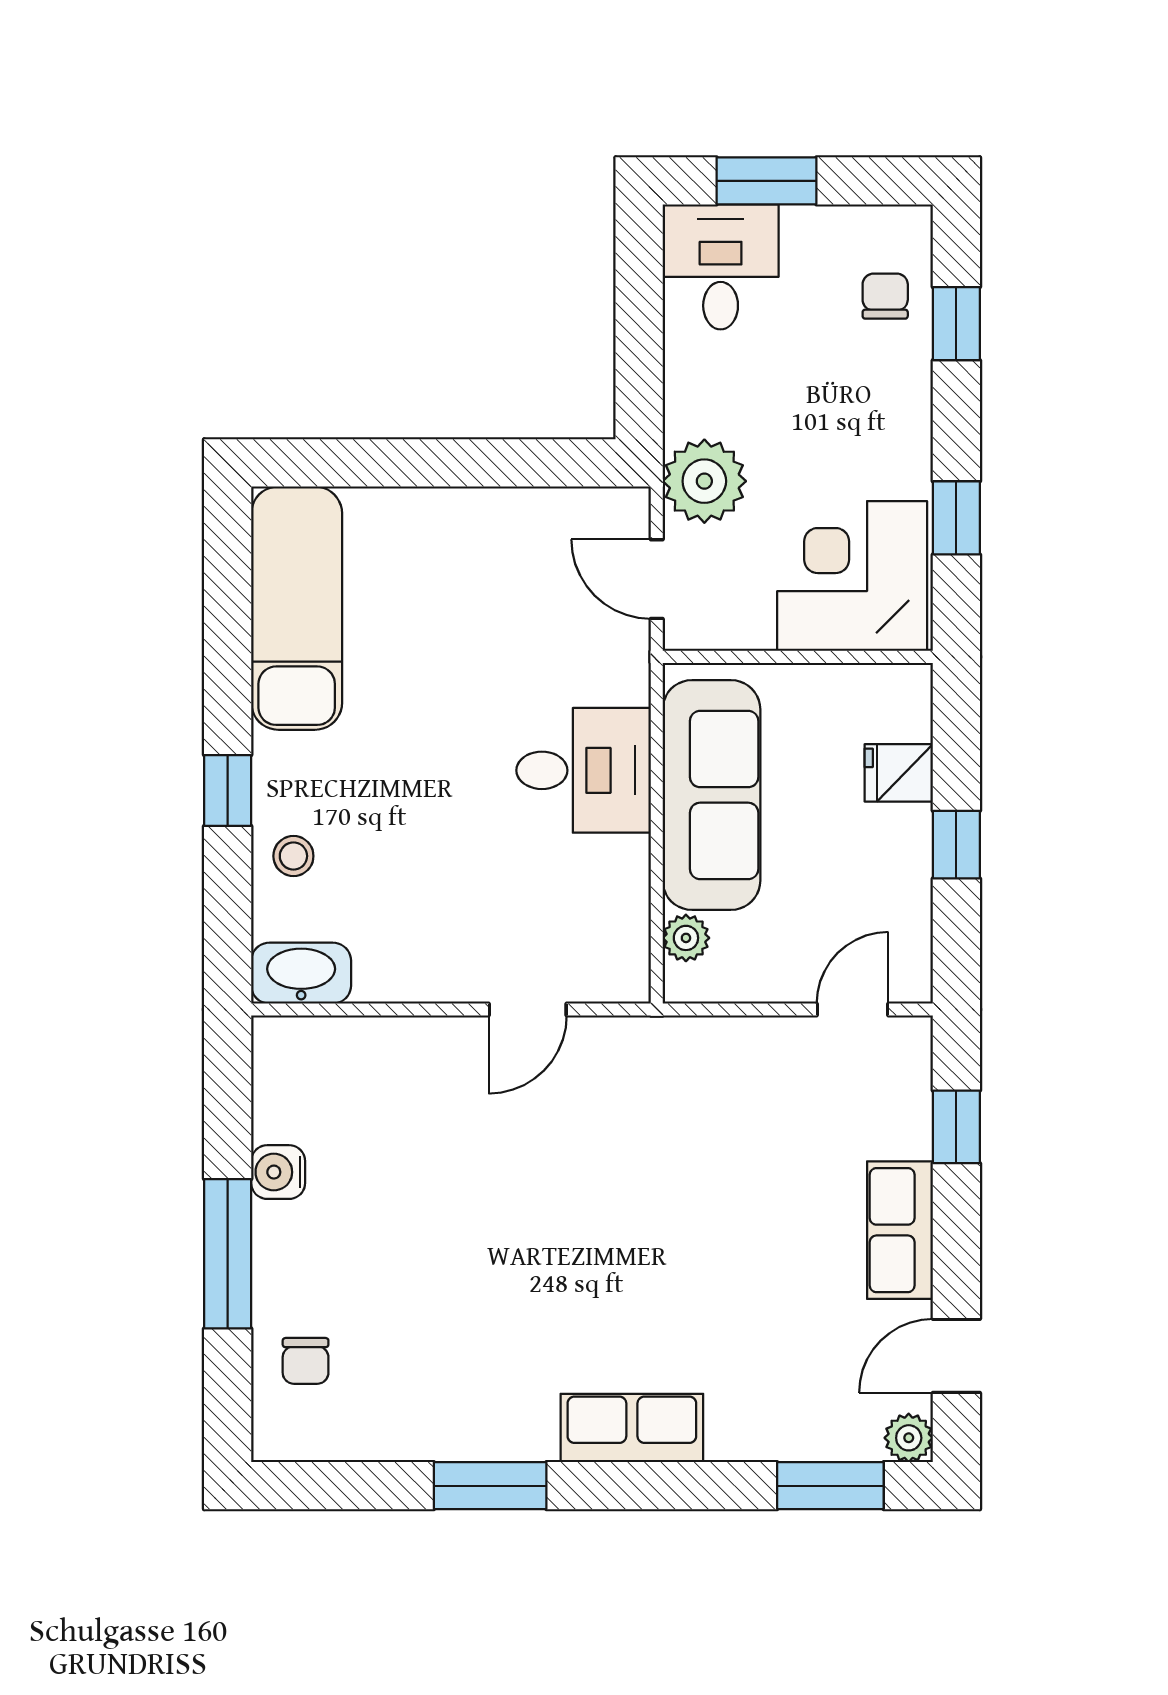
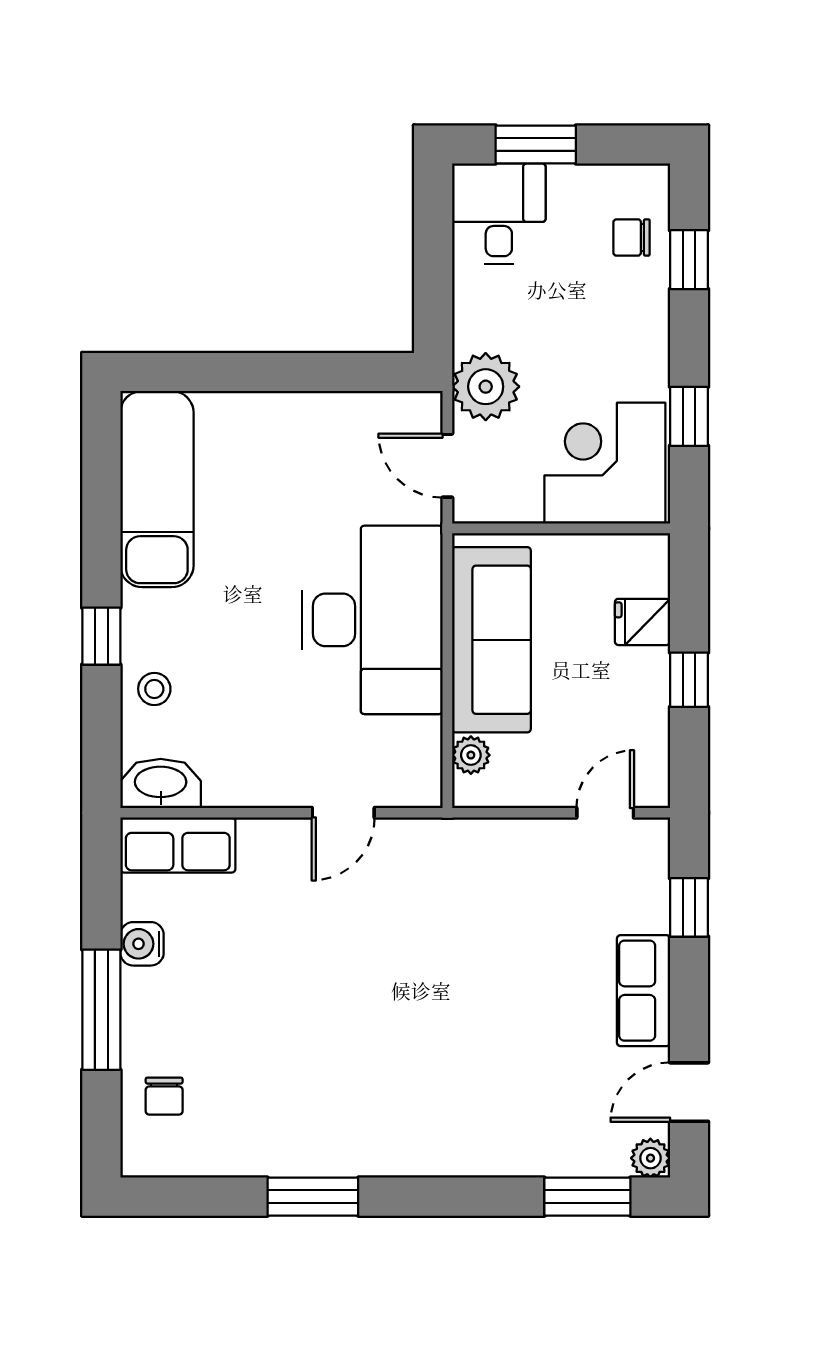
chair: (885, 296) -> (632, 237), turned -90
desk: (584, 770) -> (372, 620), width x1.87, depth x1.30
row of seats: (632, 1428) -> (178, 845), moved, turned 180

